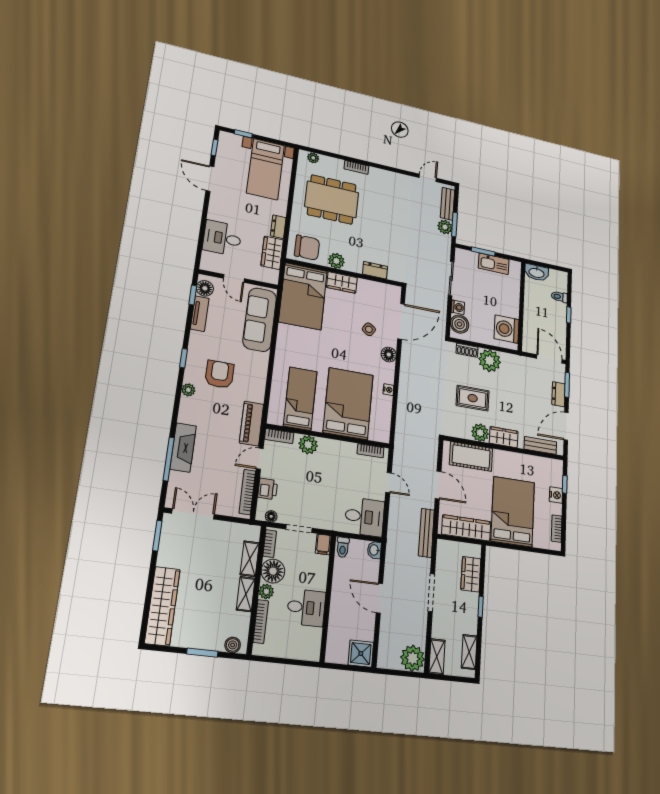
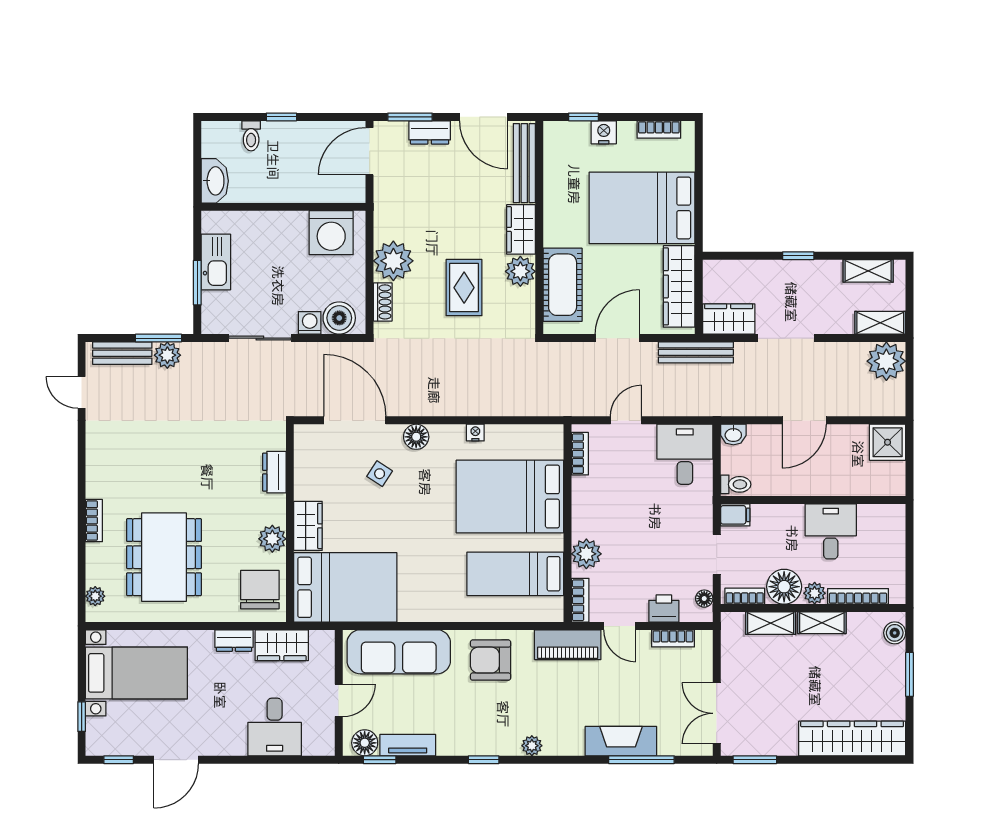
armchair: (220, 374) -> (491, 660), moved
bench: (540, 445) -> (524, 163), width x1.36
bookcase: (247, 492) -> (673, 638), width x0.64
wardrobe: (471, 574) -> (729, 319), moved, turned 180

